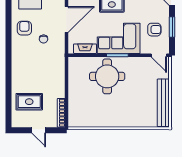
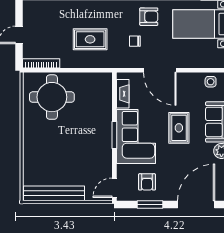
round table: (107, 76) -> (52, 97), moved
rug: (29, 102) -> (90, 39), moved, turned 90

